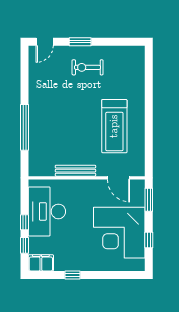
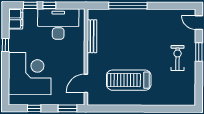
bench: (75, 171) -> (92, 36), moved
corner desk: (119, 233) -> (30, 74), moved, turned 90

